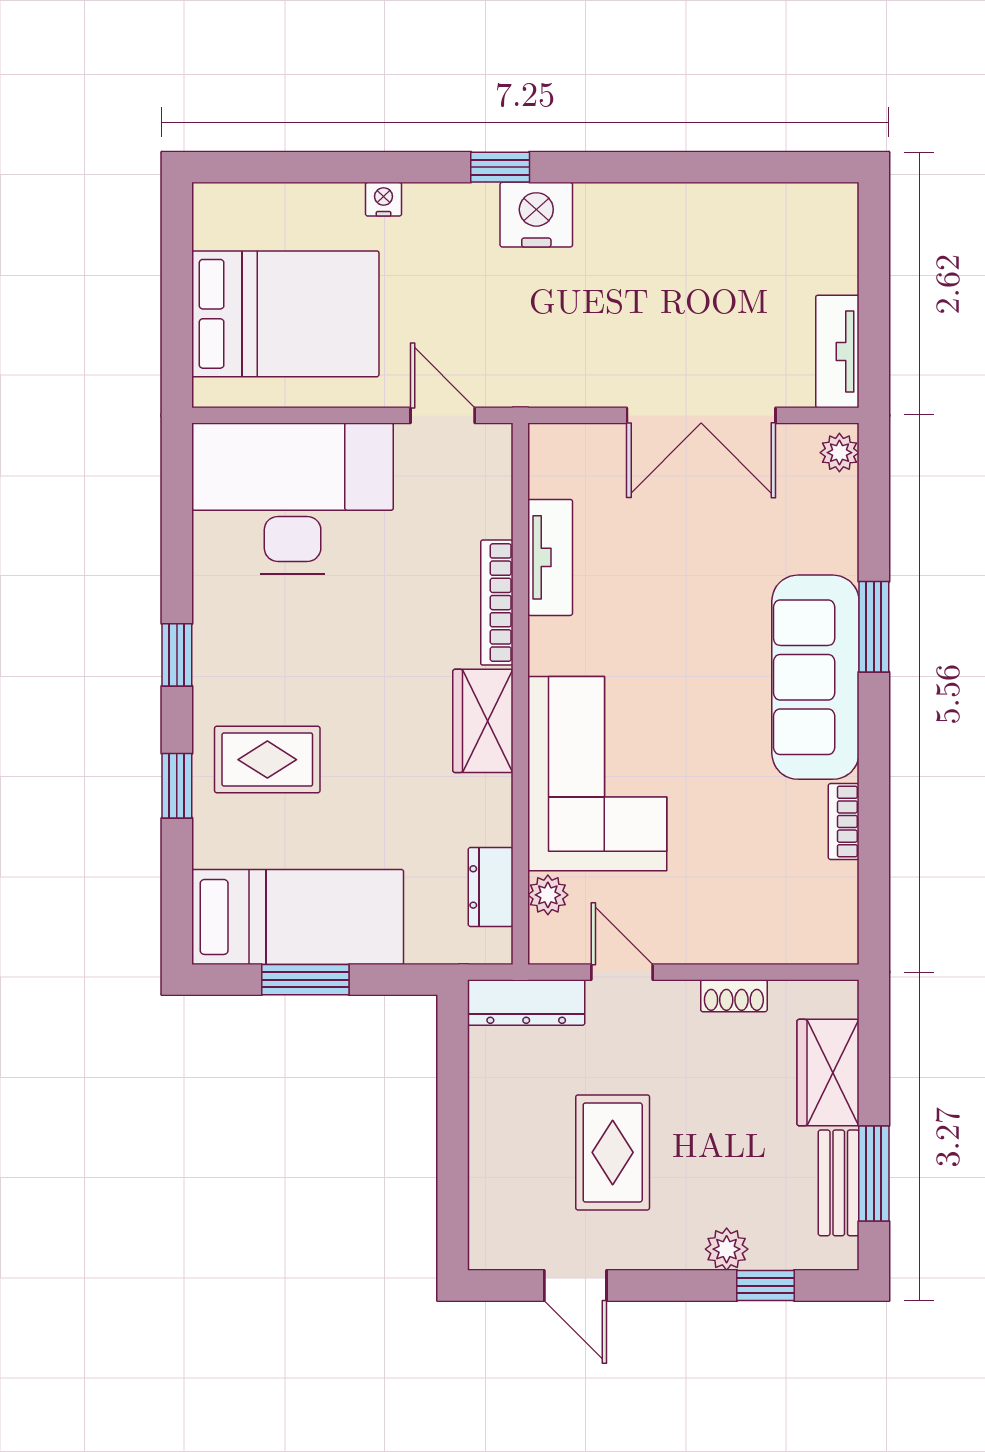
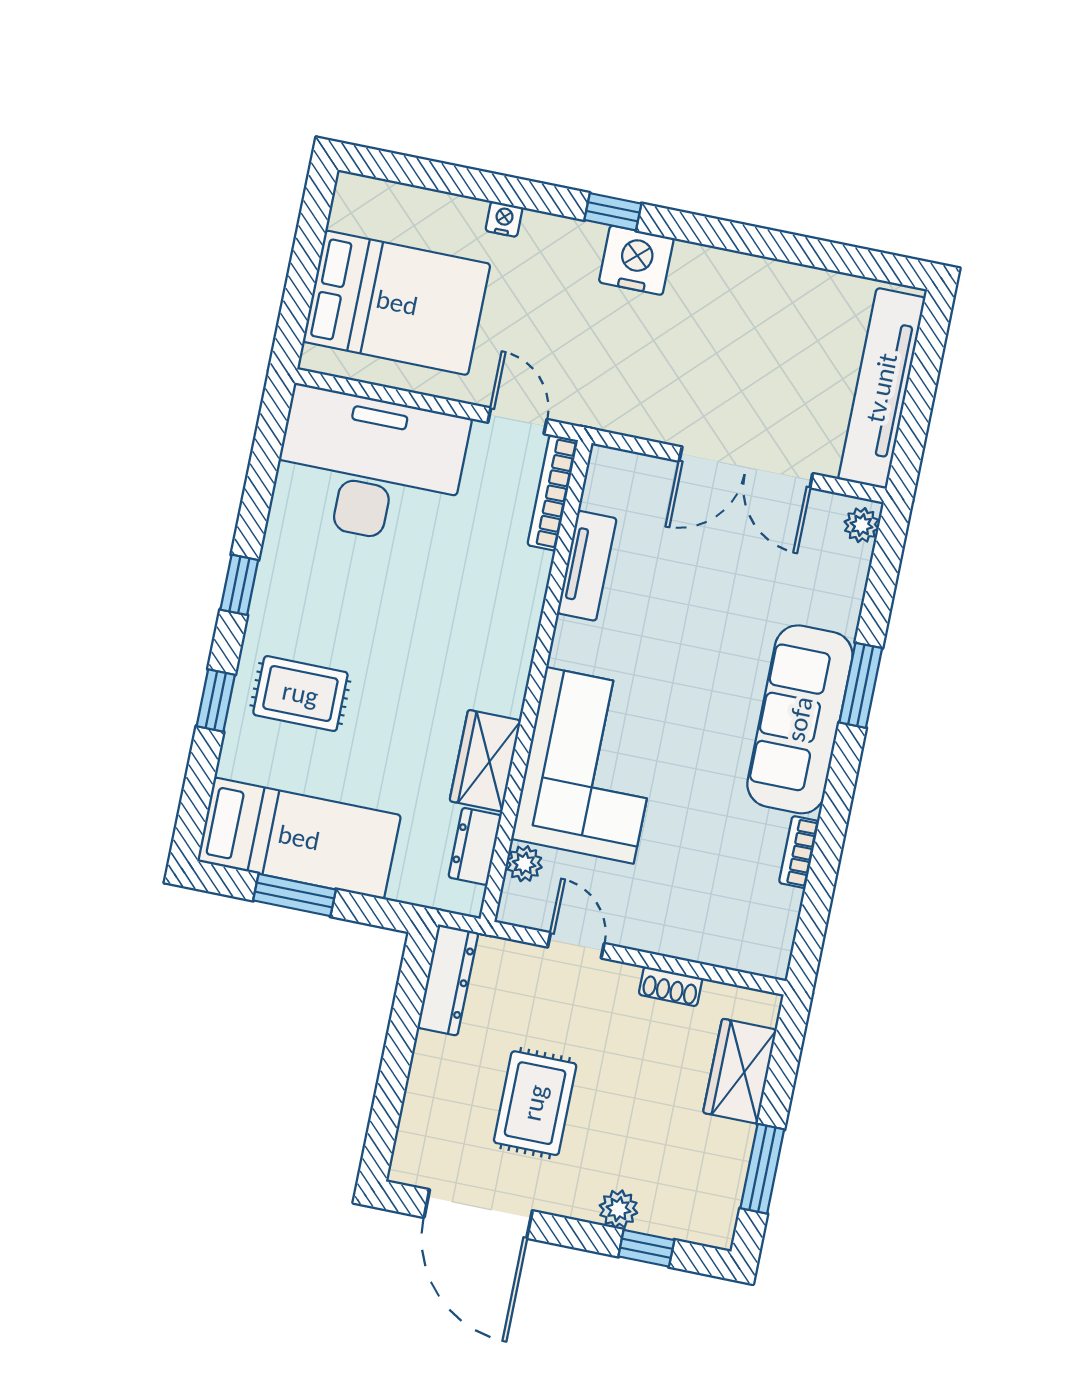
tv unit: (837, 351) -> (882, 388), width x1.92, depth x1.29
bookcase: (497, 603) -> (553, 493), moved
wardrobe: (483, 721) -> (485, 761), moved
dresser: (526, 1002) -> (448, 980), moved, turned -90
bench: (839, 1183) -> (729, 1171), removed
door: (575, 1286) -> (478, 1214), width x1.87

